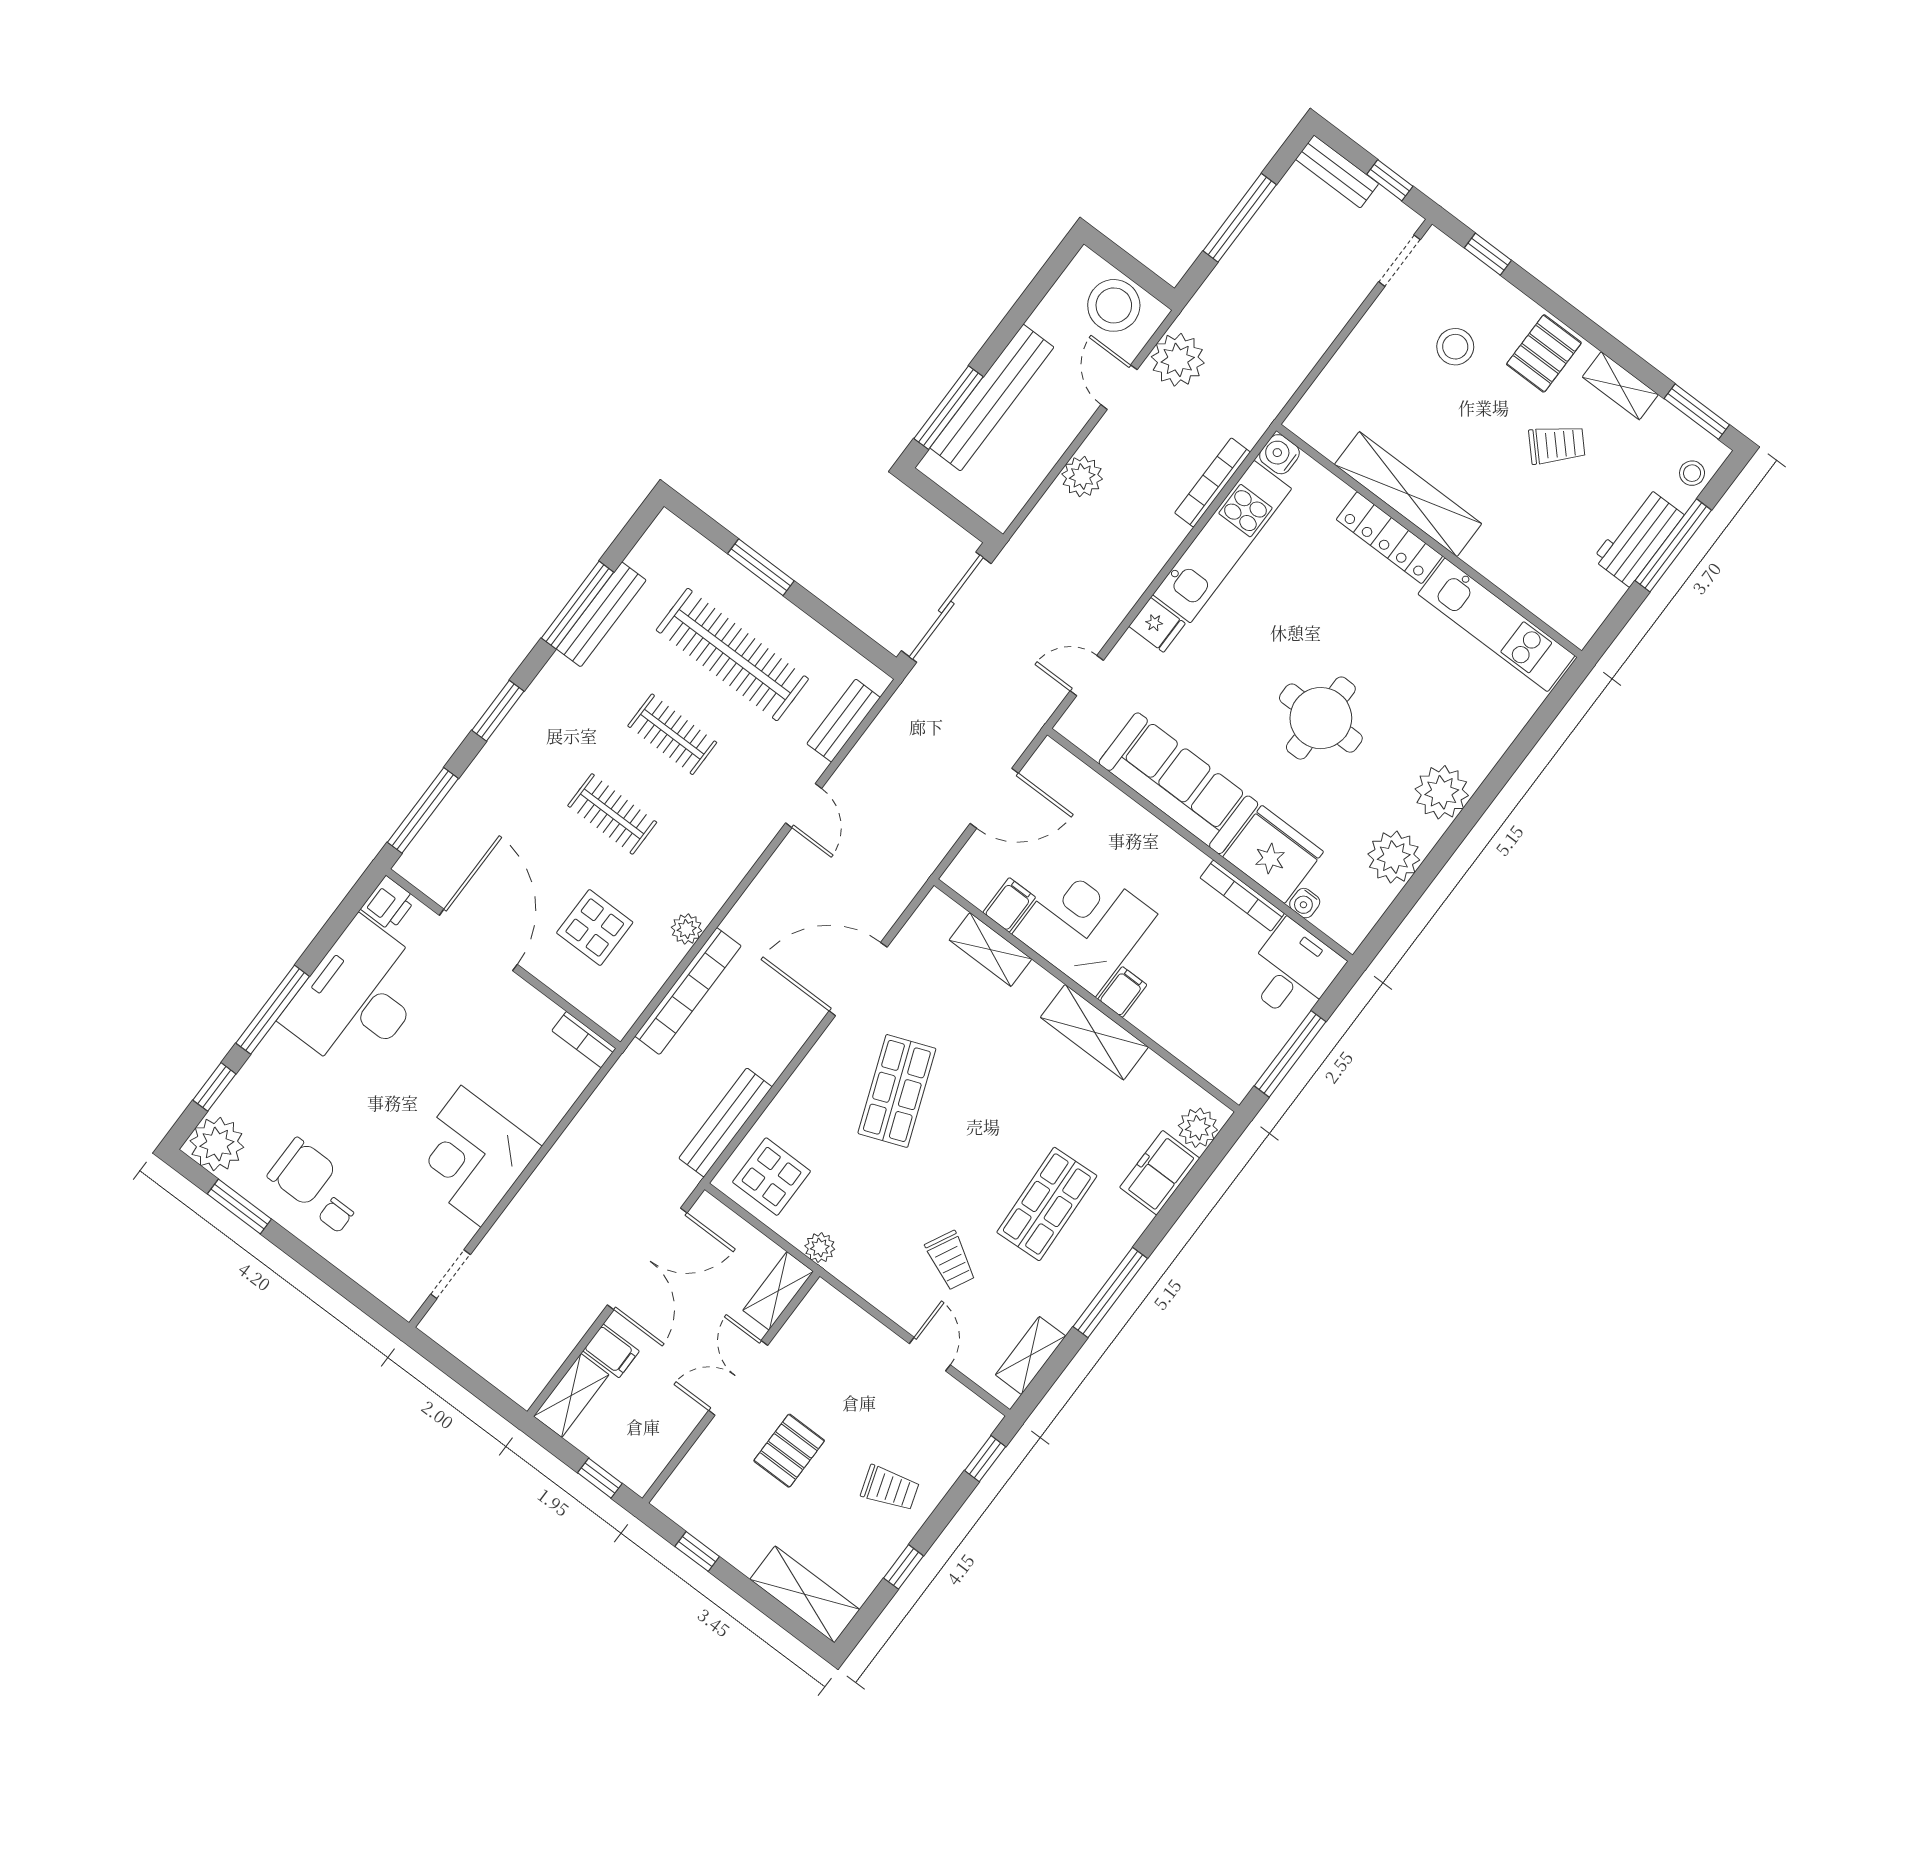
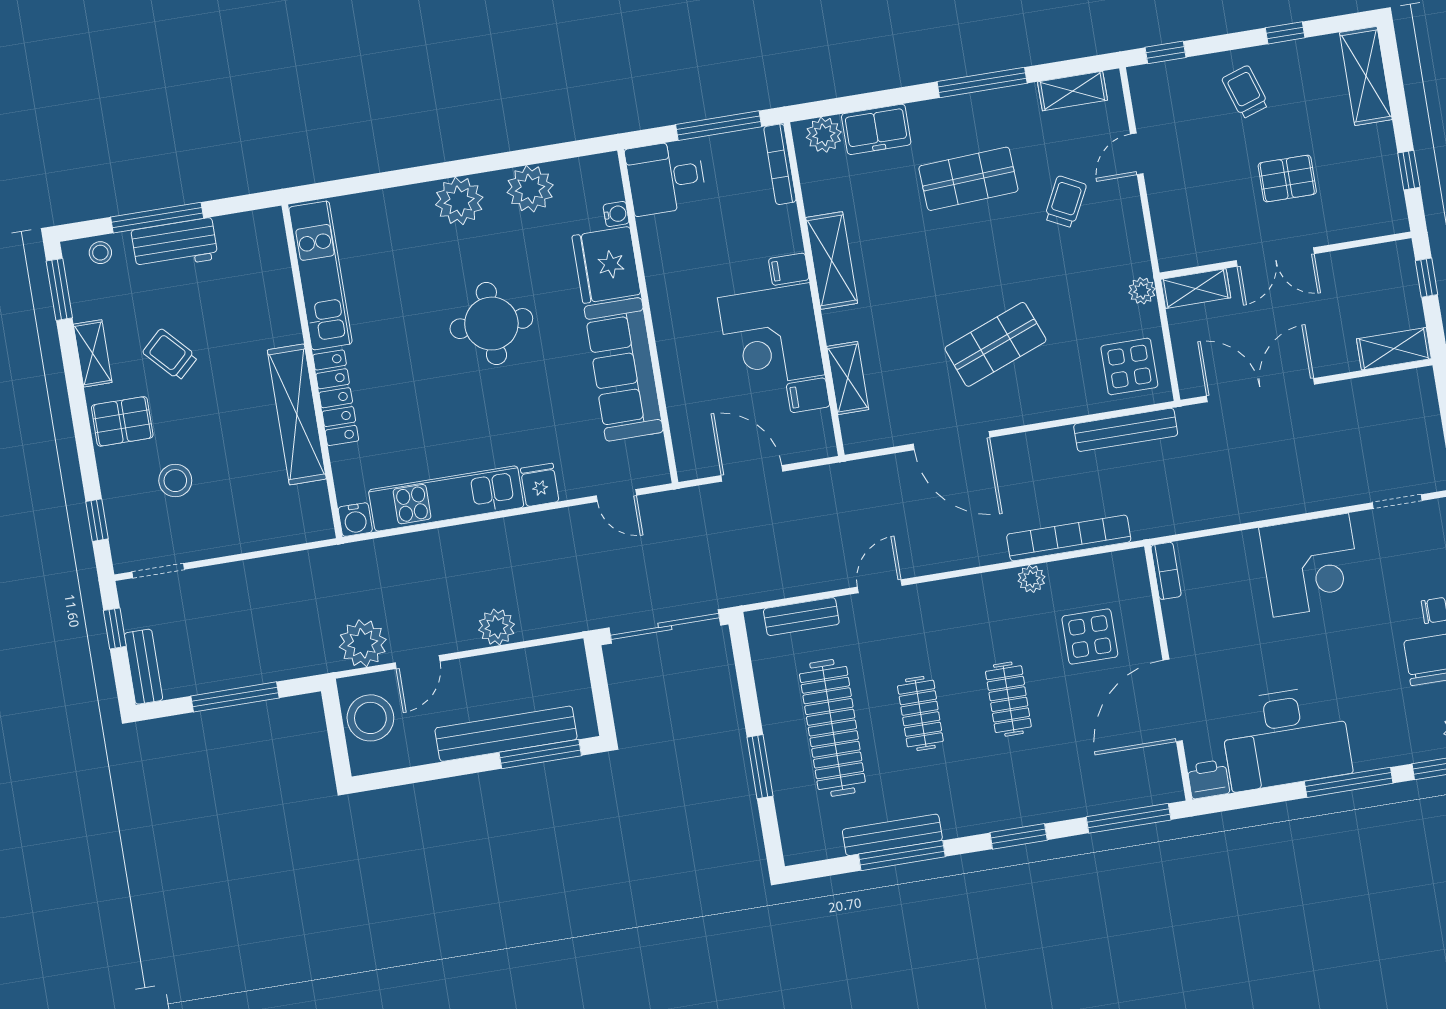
bookcase: (1213, 482) -> (416, 543), removed
bookcase: (1242, 896) -> (780, 164), moved, turned 180
filing cabinet: (611, 1351) -> (1341, 353), removed

